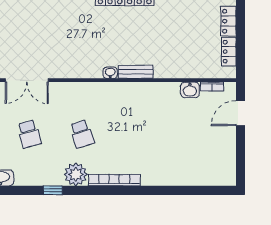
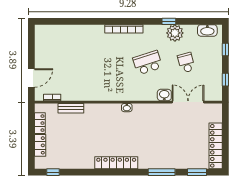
bench: (136, 72) -> (71, 108), moved
washbasin: (190, 90) -> (164, 95), moved
school desk: (82, 134) -> (148, 63), width x1.85
plant: (76, 174) -> (175, 33), moved

